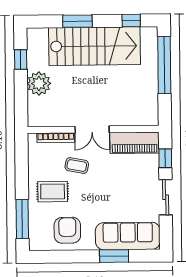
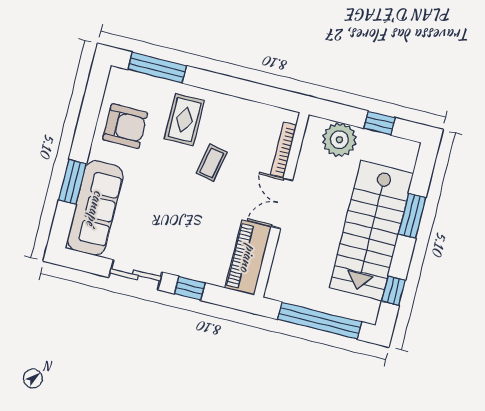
double door: (92, 129) -> (282, 203), moved
wall: (93, 129) -> (281, 205), moved
bookcase: (56, 138) -> (284, 150), moved
piano: (135, 143) -> (248, 258), moved

